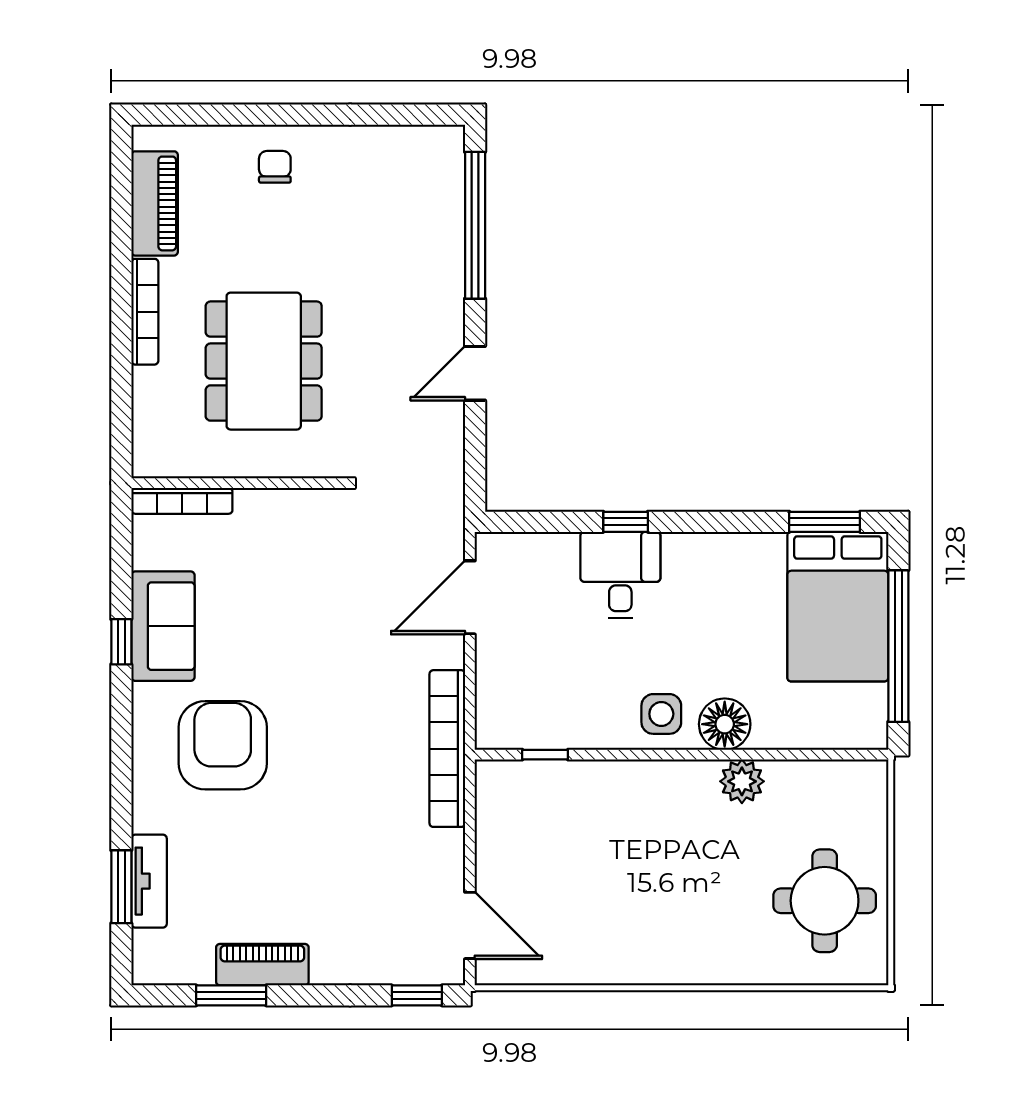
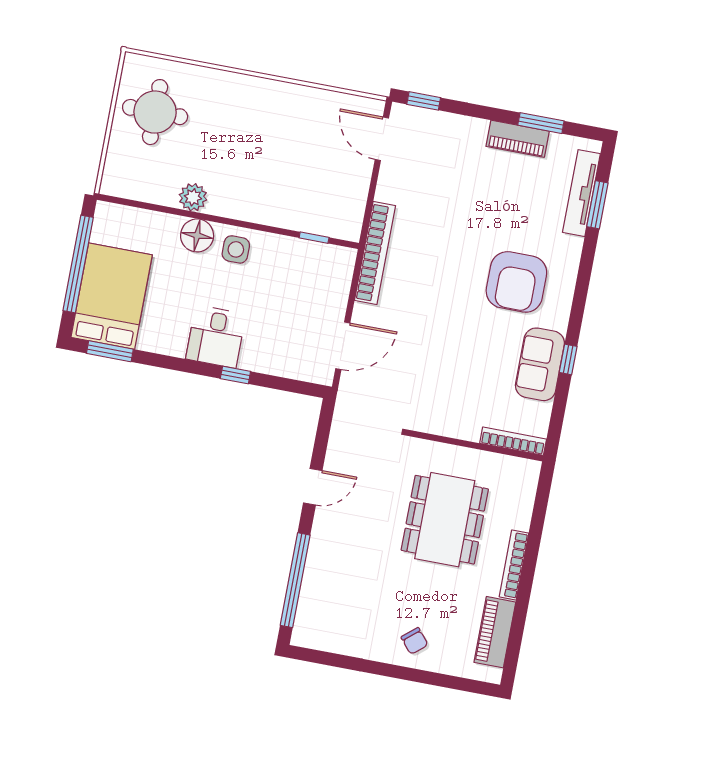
chair: (275, 167) -> (415, 641), turned -40
desk: (620, 575) -> (216, 337), moved
tv unit: (149, 881) -> (581, 193), width x1.41

